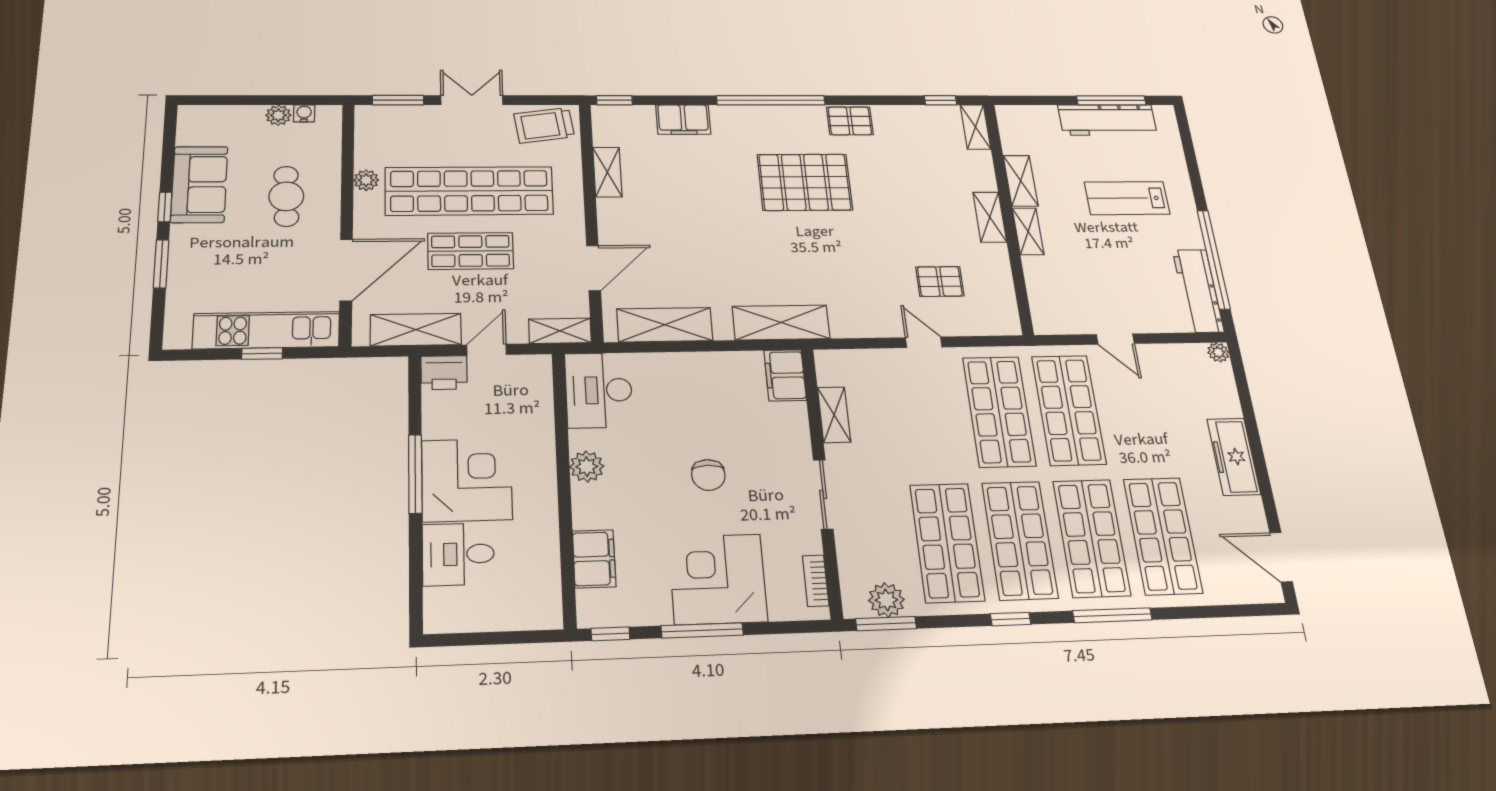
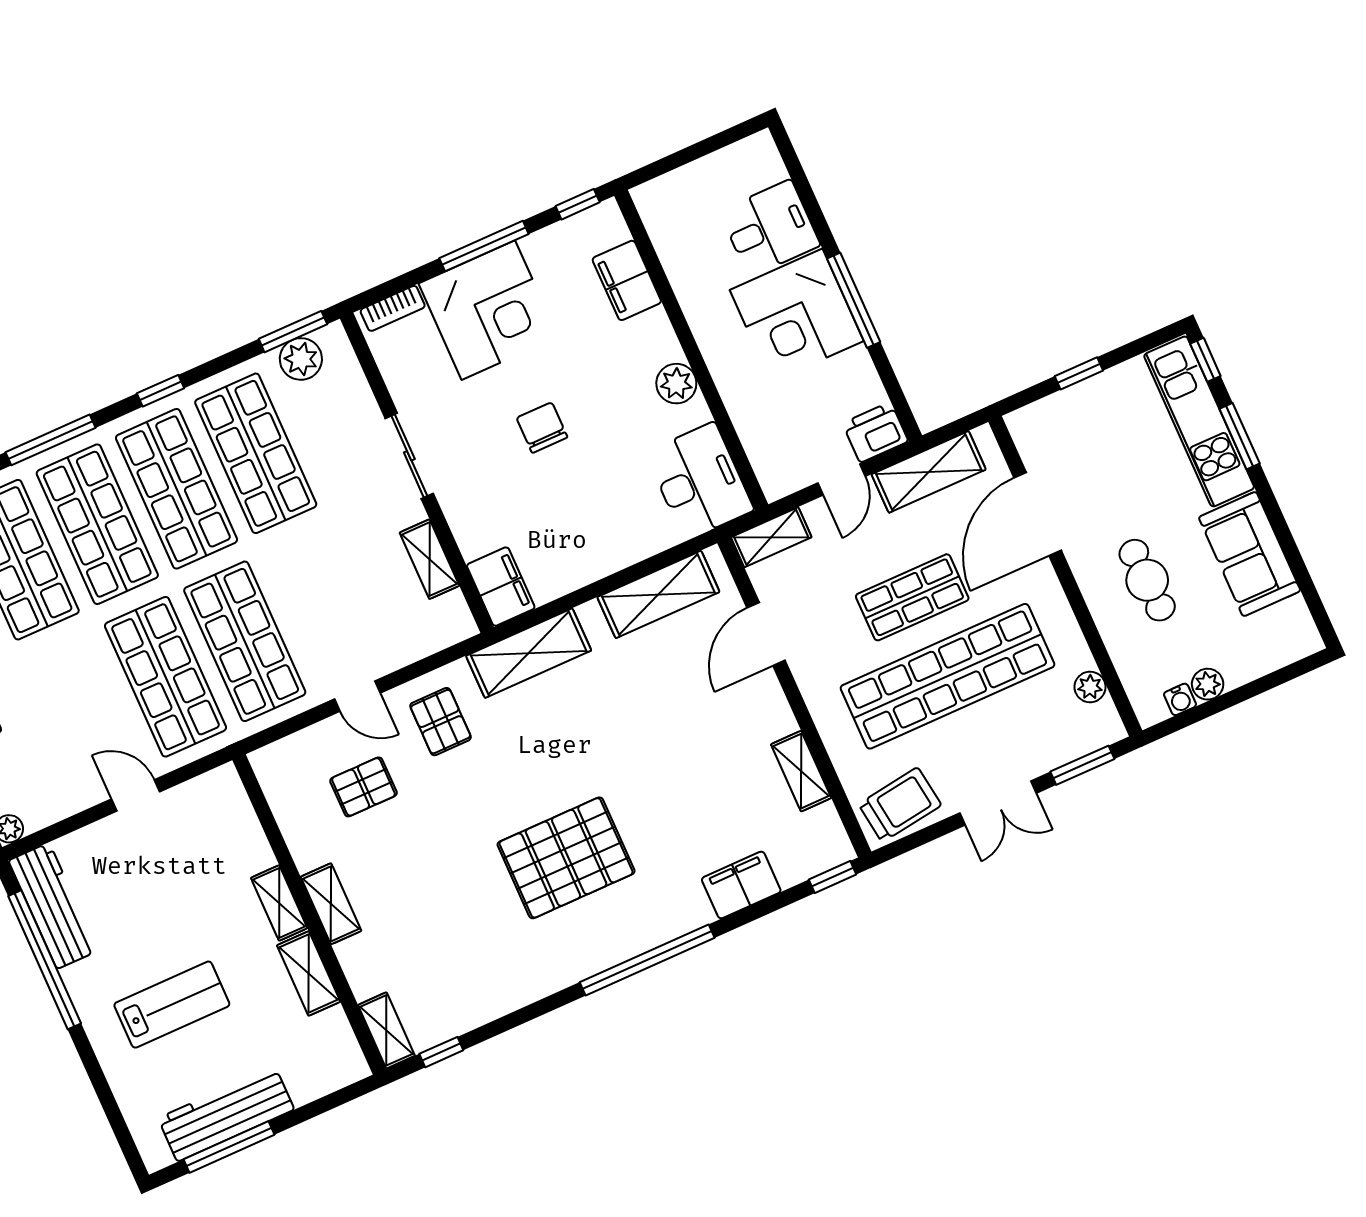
pallet: (850, 121) -> (441, 722), moved, turned 90
plant: (366, 180) -> (1090, 687), moved
window: (165, 207) -> (1205, 360), moved
kitchen unit: (266, 330) -> (1199, 421), moved, turned 90
bookcase: (816, 581) -> (393, 308), moved, turned 90

